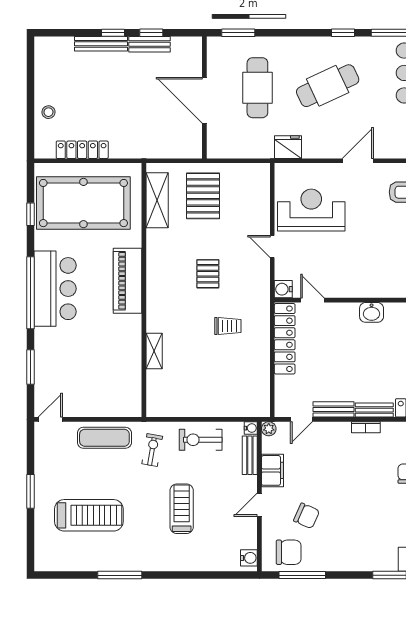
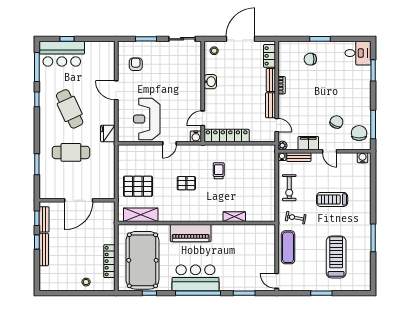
wall: (204, 97) -> (77, 200), moved
door: (204, 100) -> (79, 200), moved

